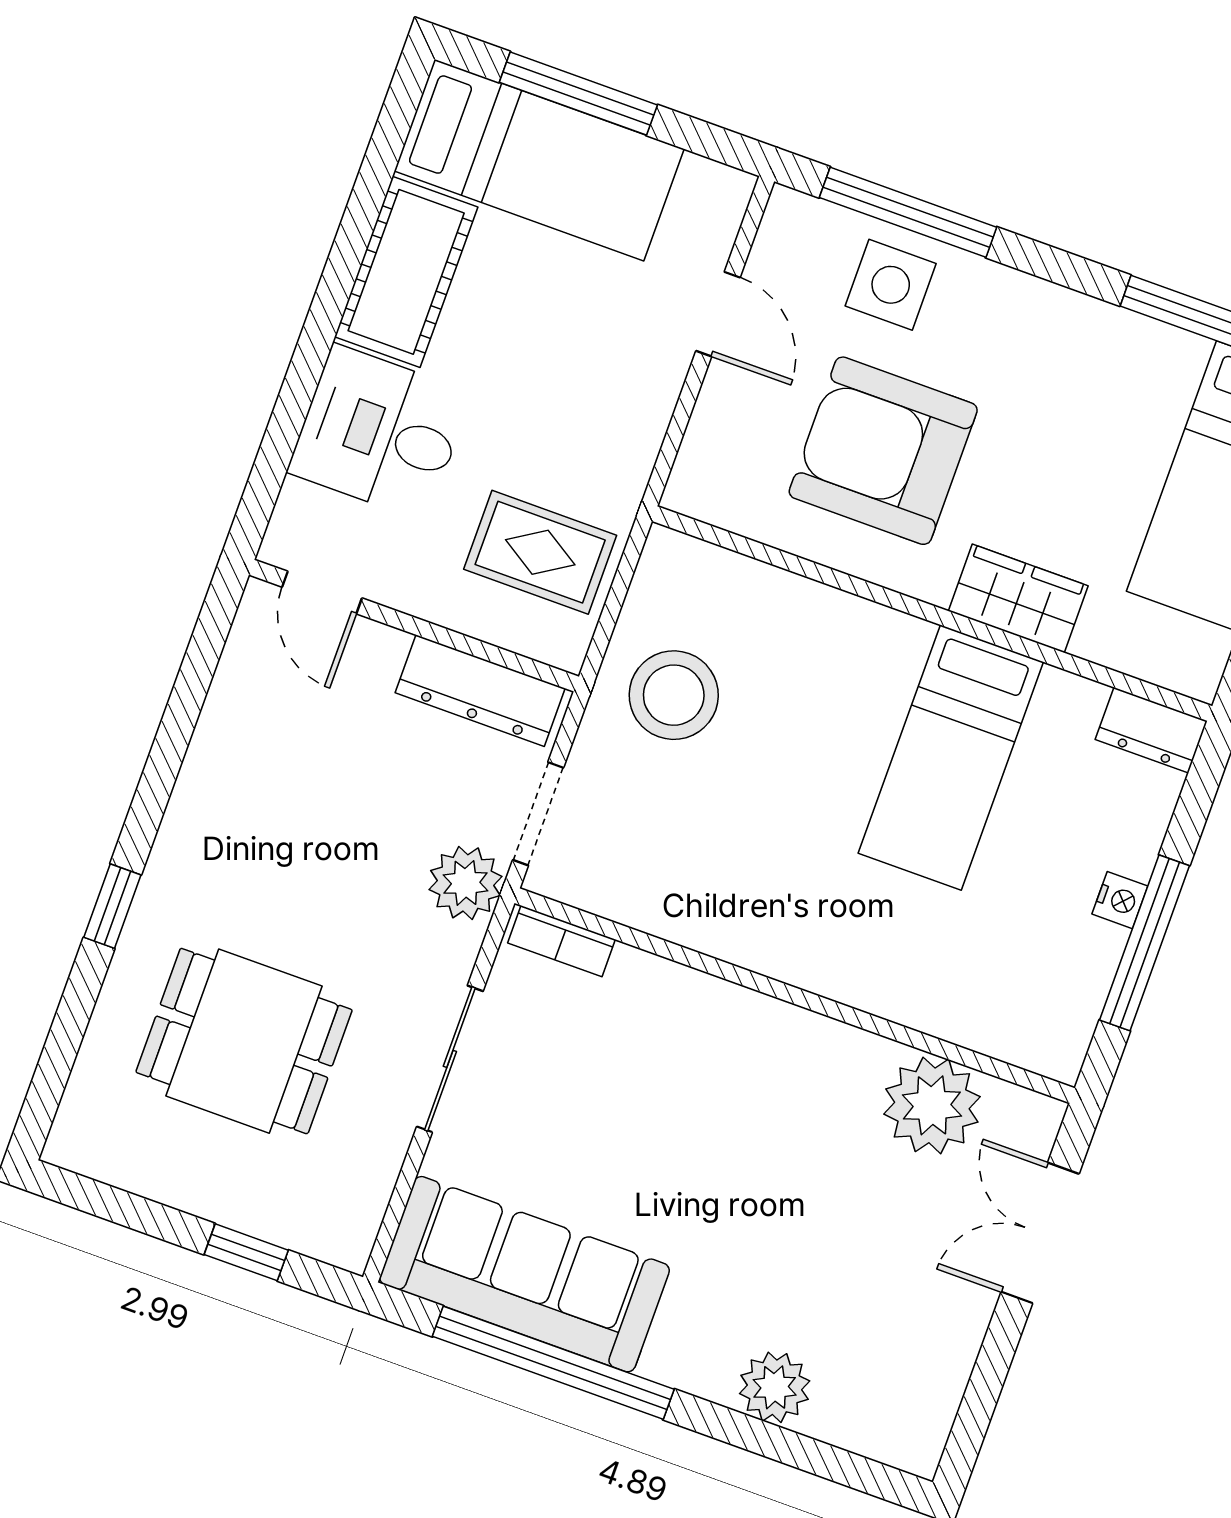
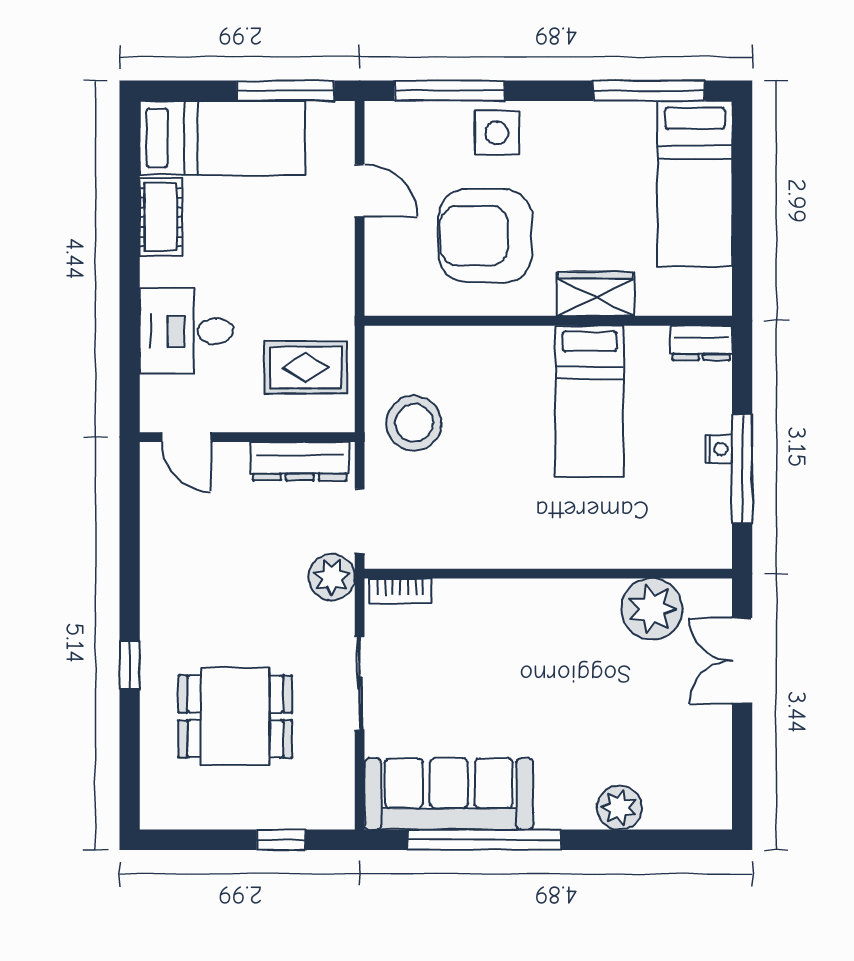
window: (578, 94) -> (285, 91), moved
cot: (406, 272) -> (161, 217), width x0.73, depth x0.75
side table: (891, 285) -> (497, 133), moved

